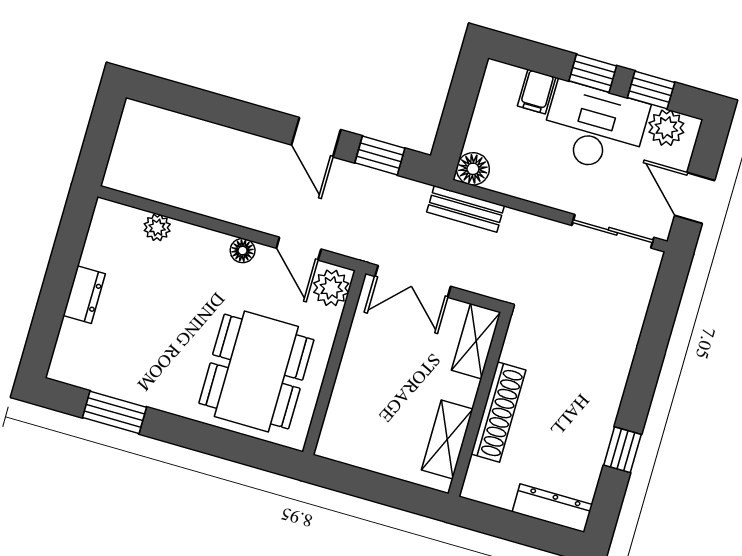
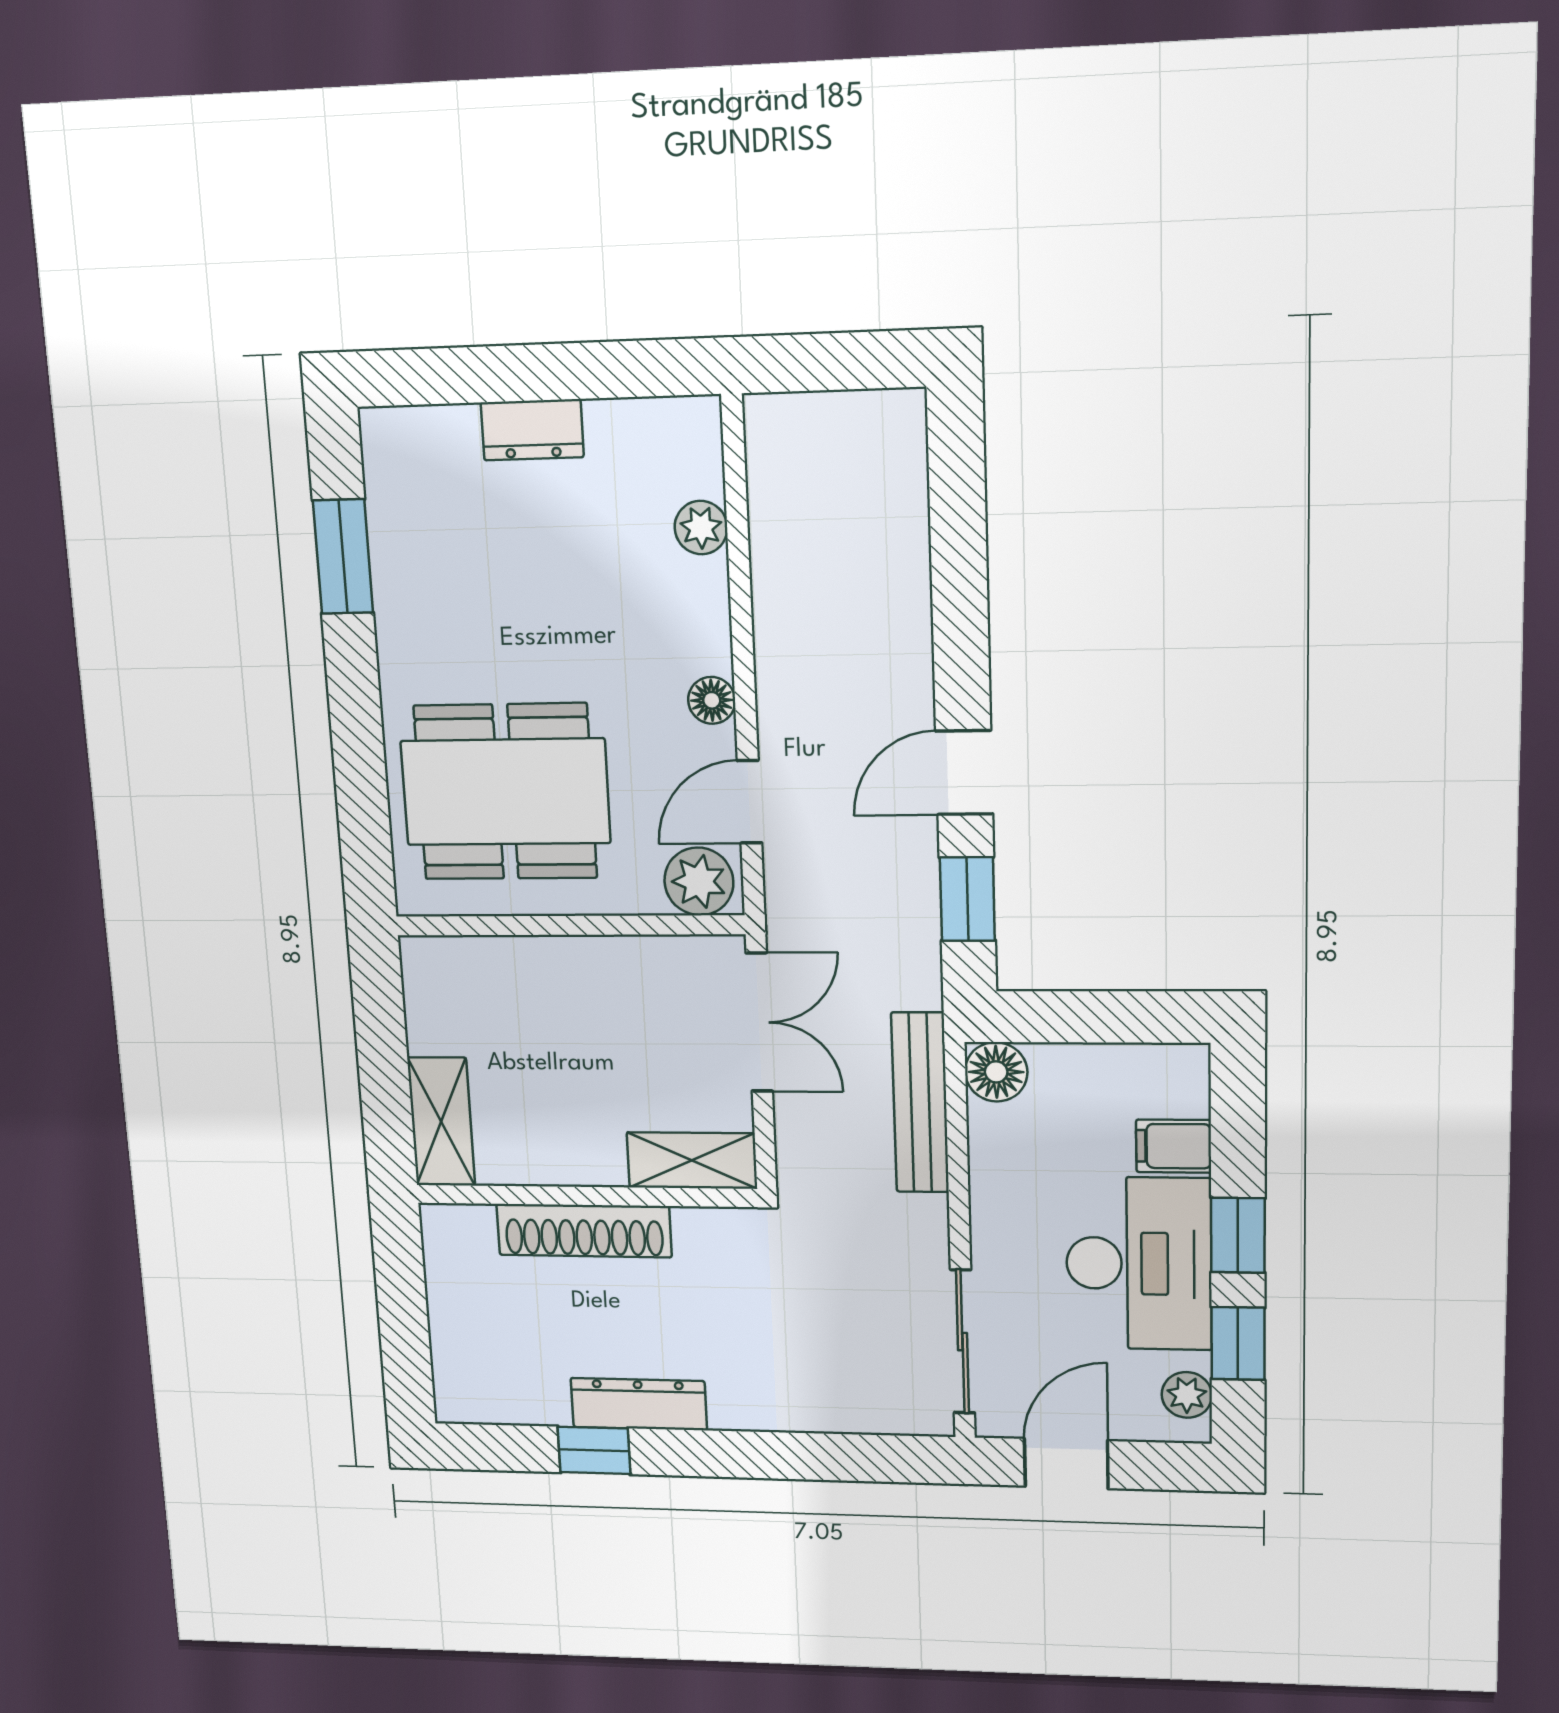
plant: (666, 128) -> (1187, 1395), width x0.73, depth x0.73
bench: (466, 209) -> (920, 1103), width x1.36
double door: (413, 281) -> (759, 1022), swing flipped
shelving: (447, 439) -> (441, 1122), moved, turned 90
dresser: (552, 508) -> (639, 1404), moved, turned -90

